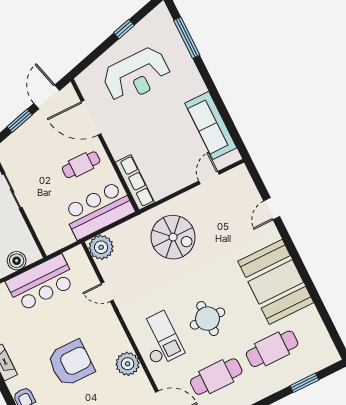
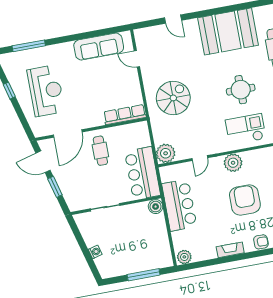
bar counter: (99, 210) -> (143, 173), moved
boiler: (17, 261) -> (156, 207), moved
plant: (128, 364) -> (233, 163), moved

